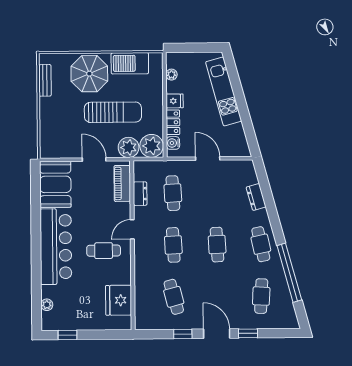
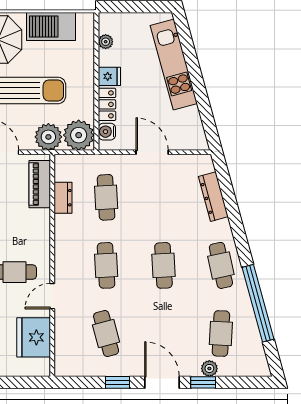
dresser: (256, 197) -> (213, 197), width x1.44
door: (132, 229) -> (52, 296), moved
plant: (253, 323) -> (209, 368), added

